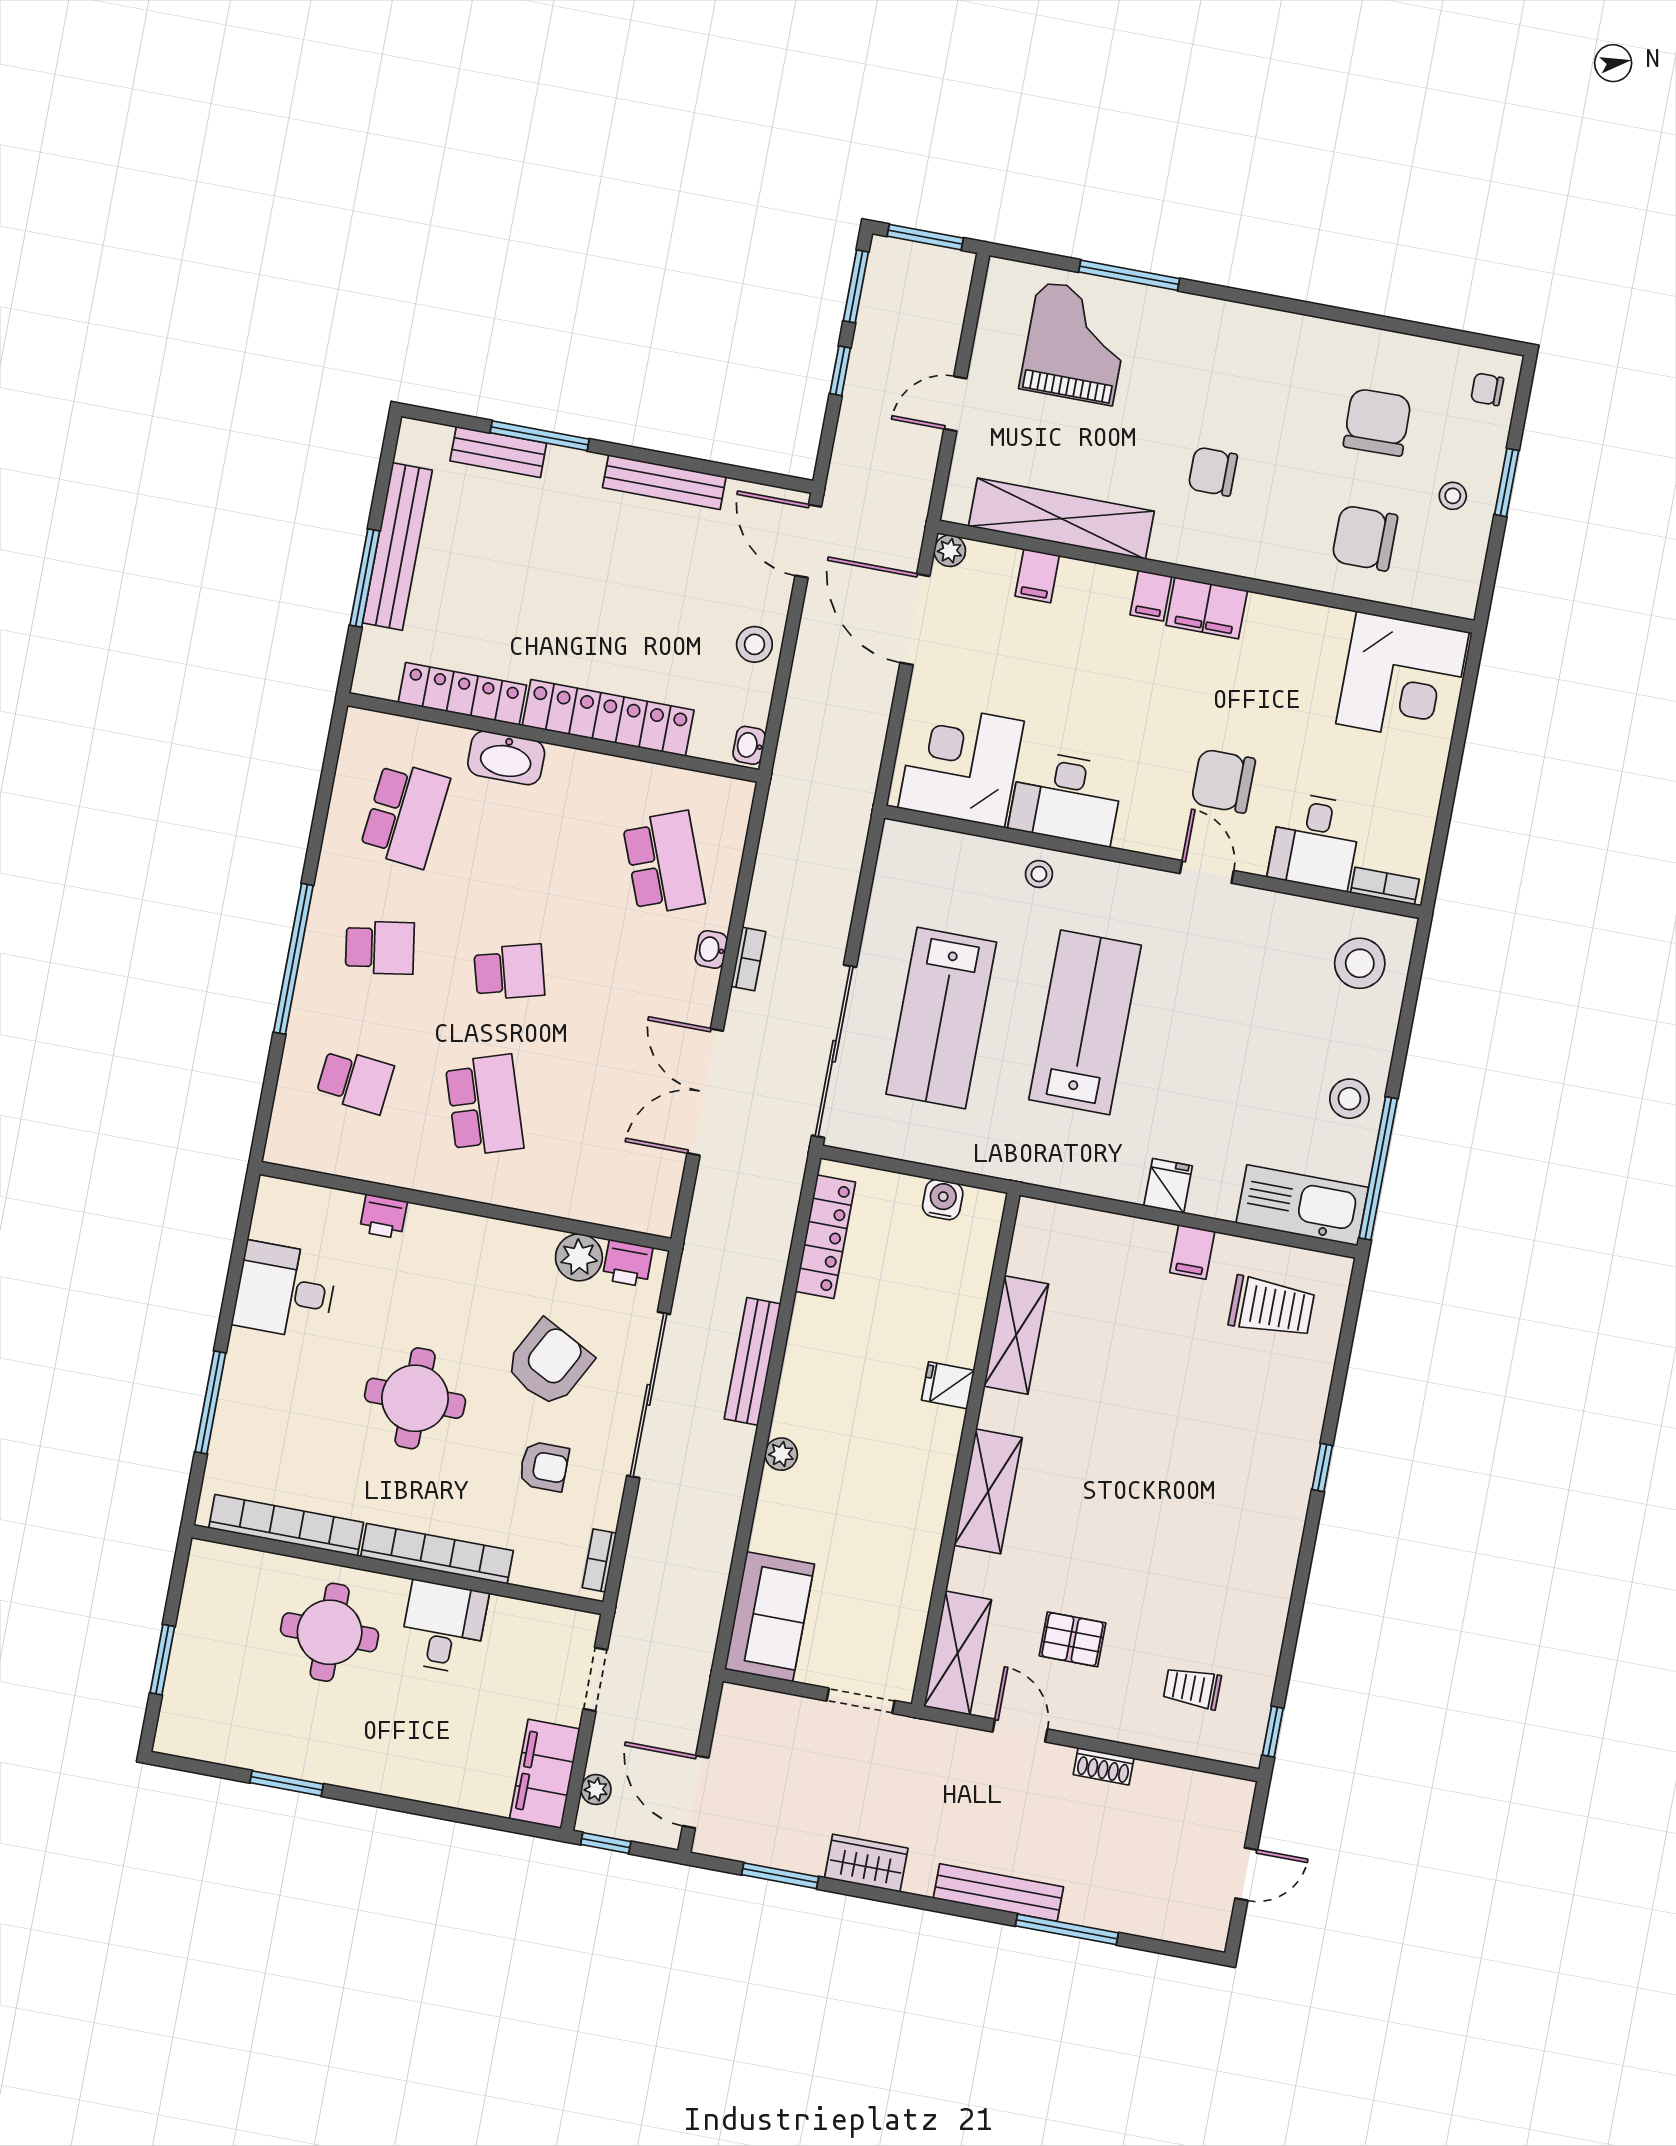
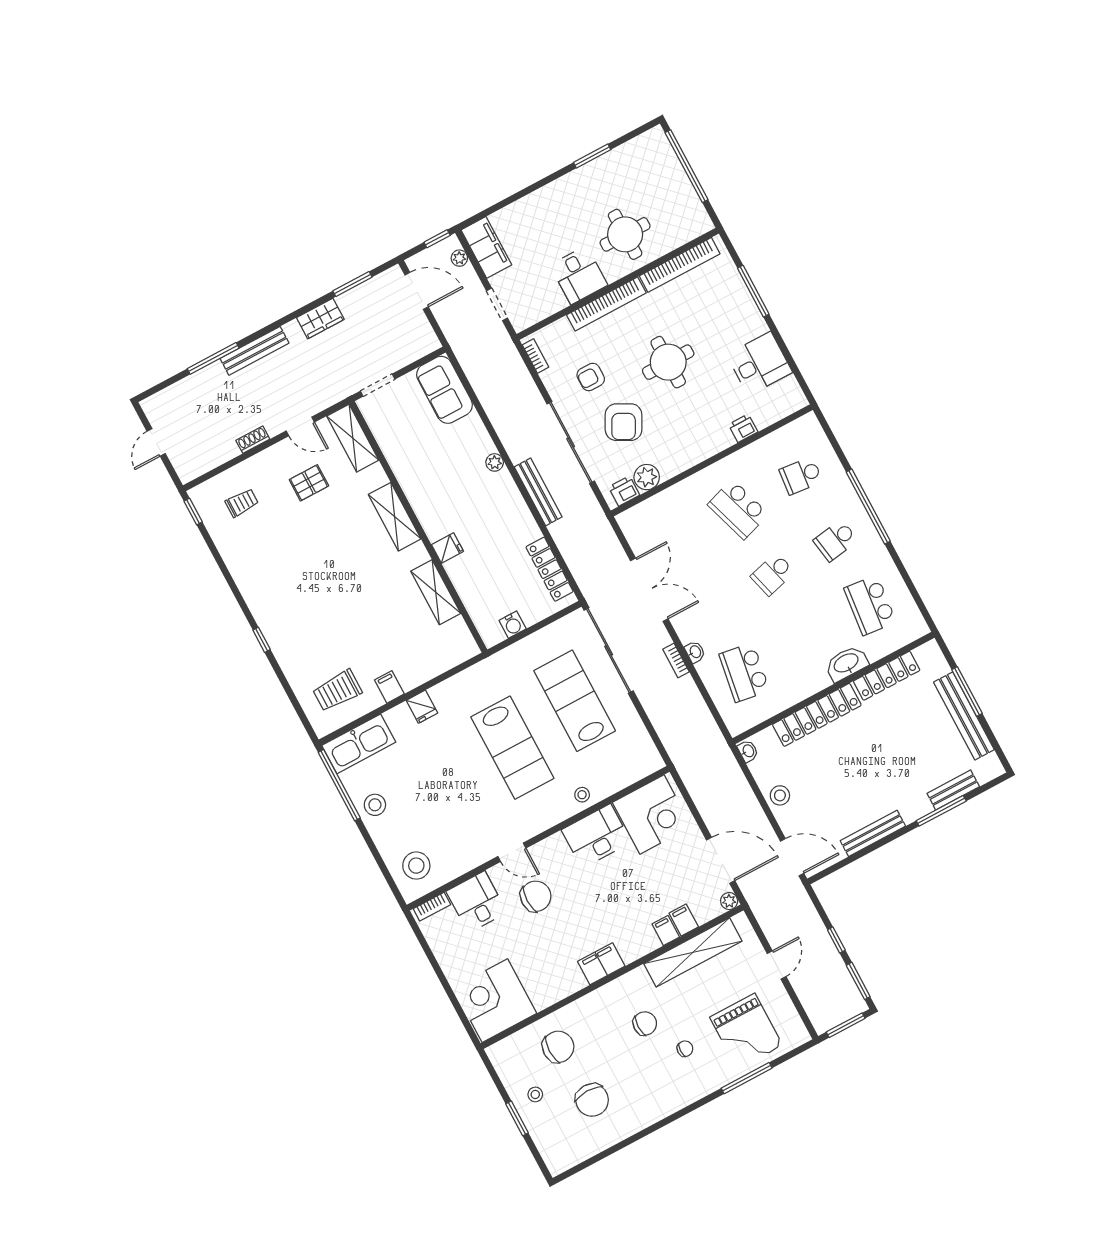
chair: (1487, 389) -> (685, 1049), moved
filing cabinet: (1151, 596) -> (666, 931), moved
school desk: (664, 863) -> (744, 672), turned 30
window: (162, 1660) -> (686, 166), width x2.11

